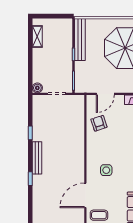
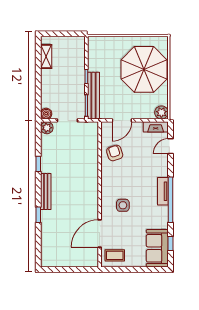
bench: (80, 39) -> (93, 96), moved
plant: (38, 101) -> (47, 128), added

